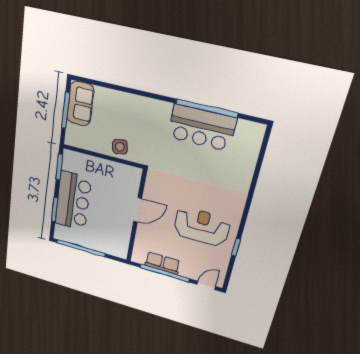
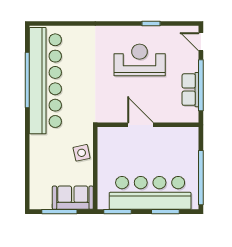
sofa: (80, 104) -> (73, 198), moved
bar counter: (202, 128) -> (45, 81), width x1.86
bar counter: (73, 201) -> (150, 193), width x1.36
reception desk: (202, 227) -> (140, 60), turned 90

